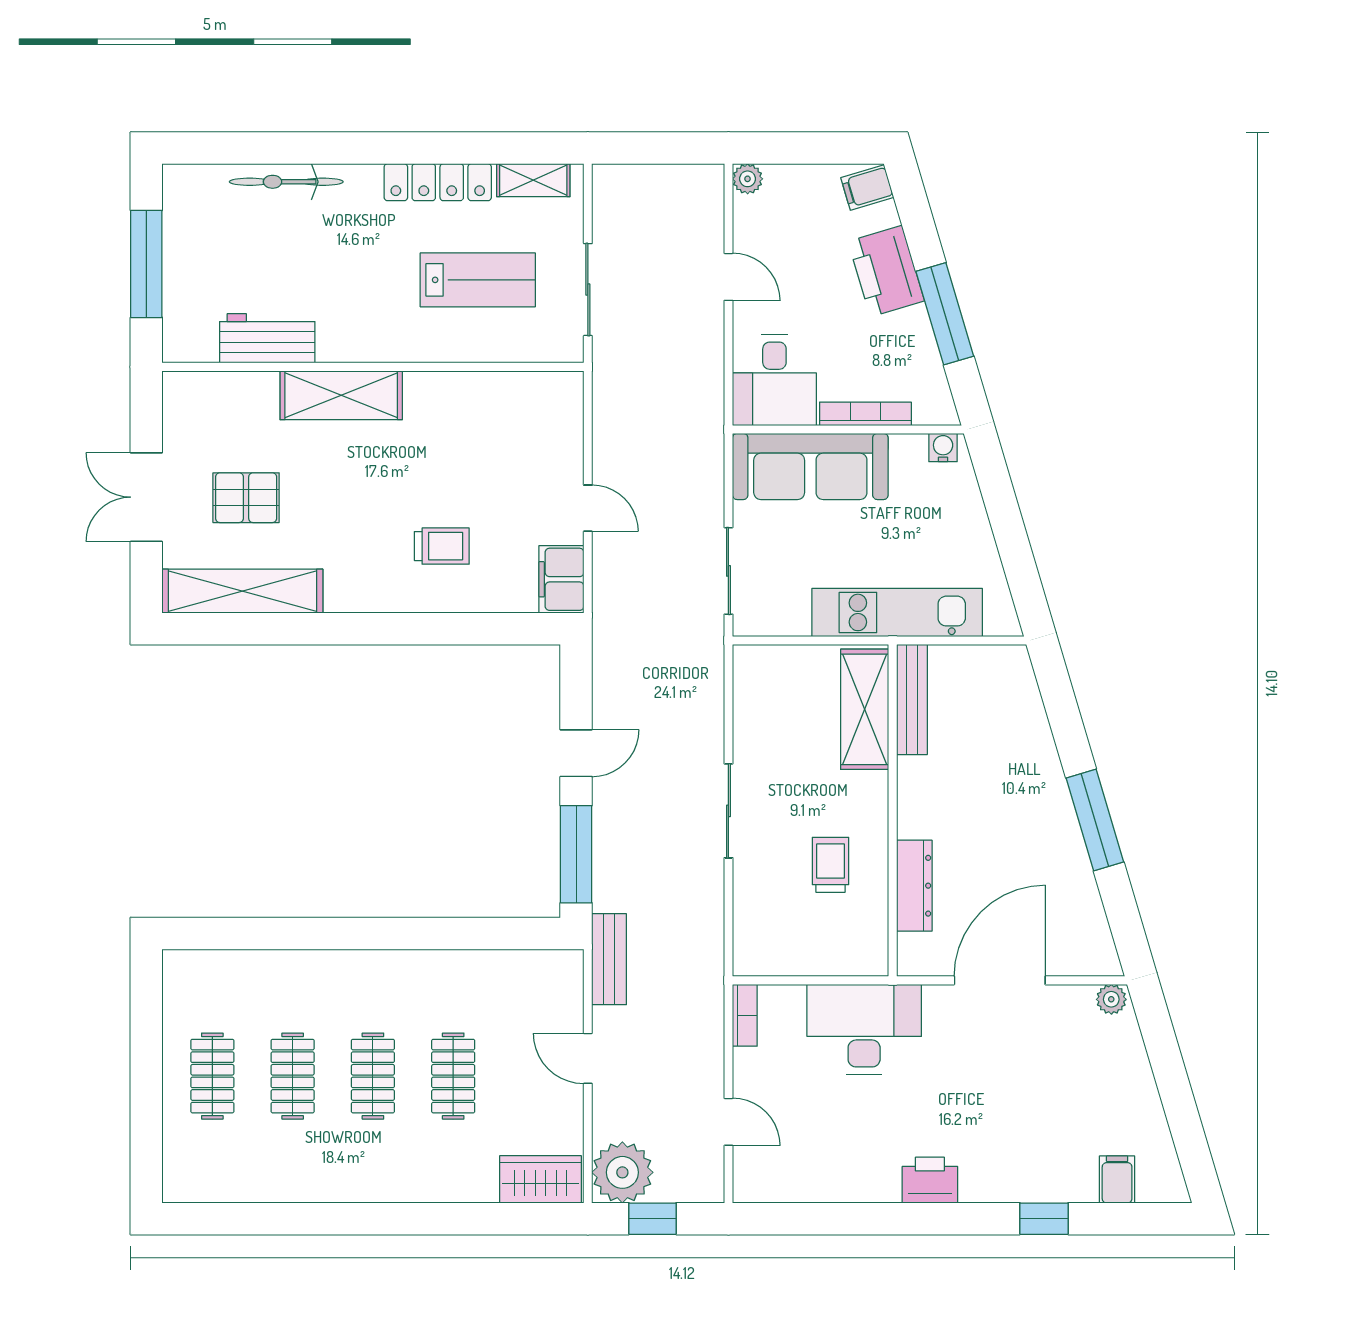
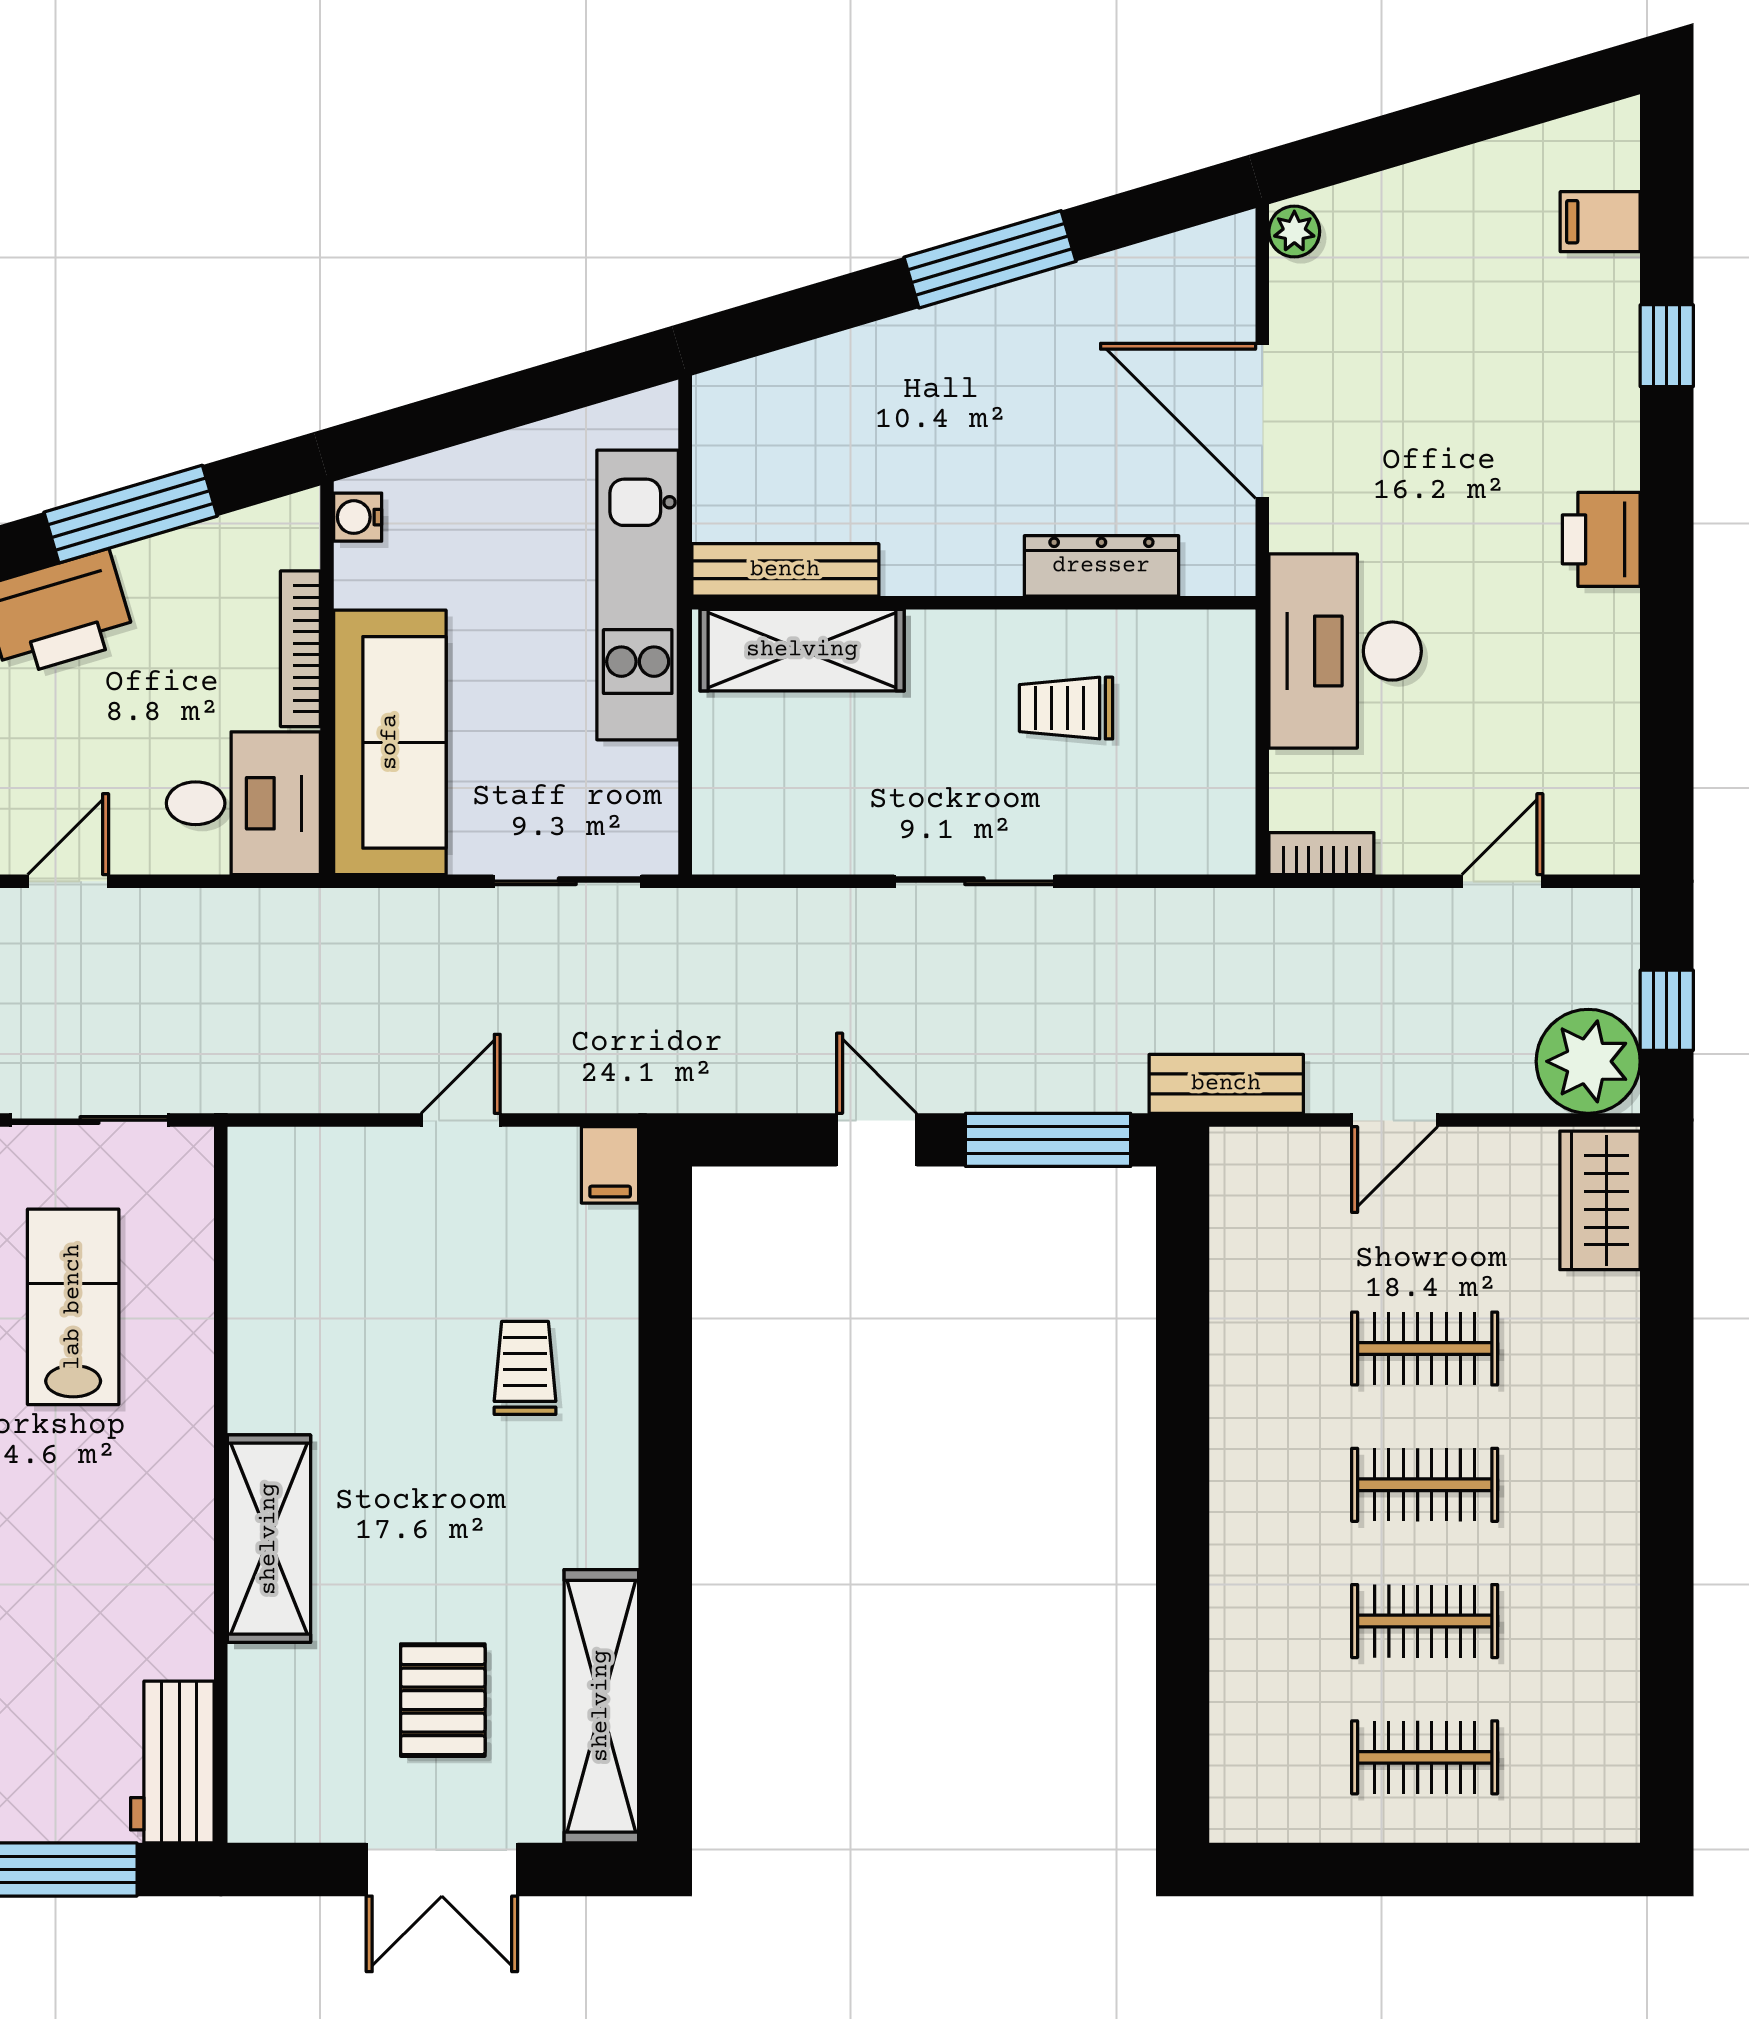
workbench: (267, 338) -> (172, 1762), moved
filing cabinet: (561, 579) -> (610, 1165), width x0.50

